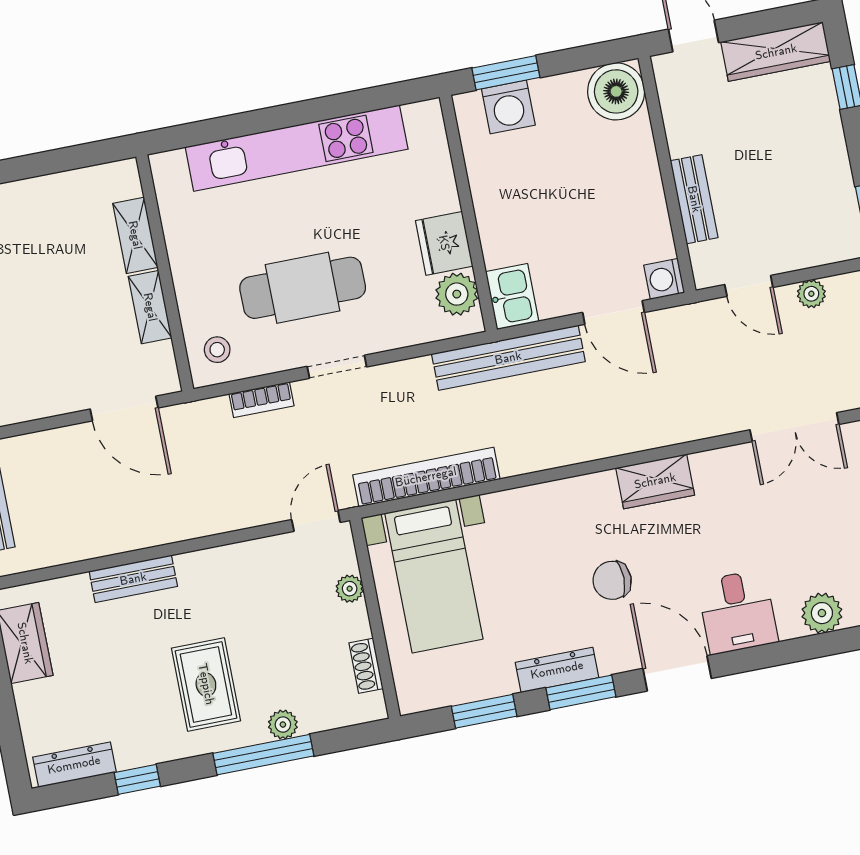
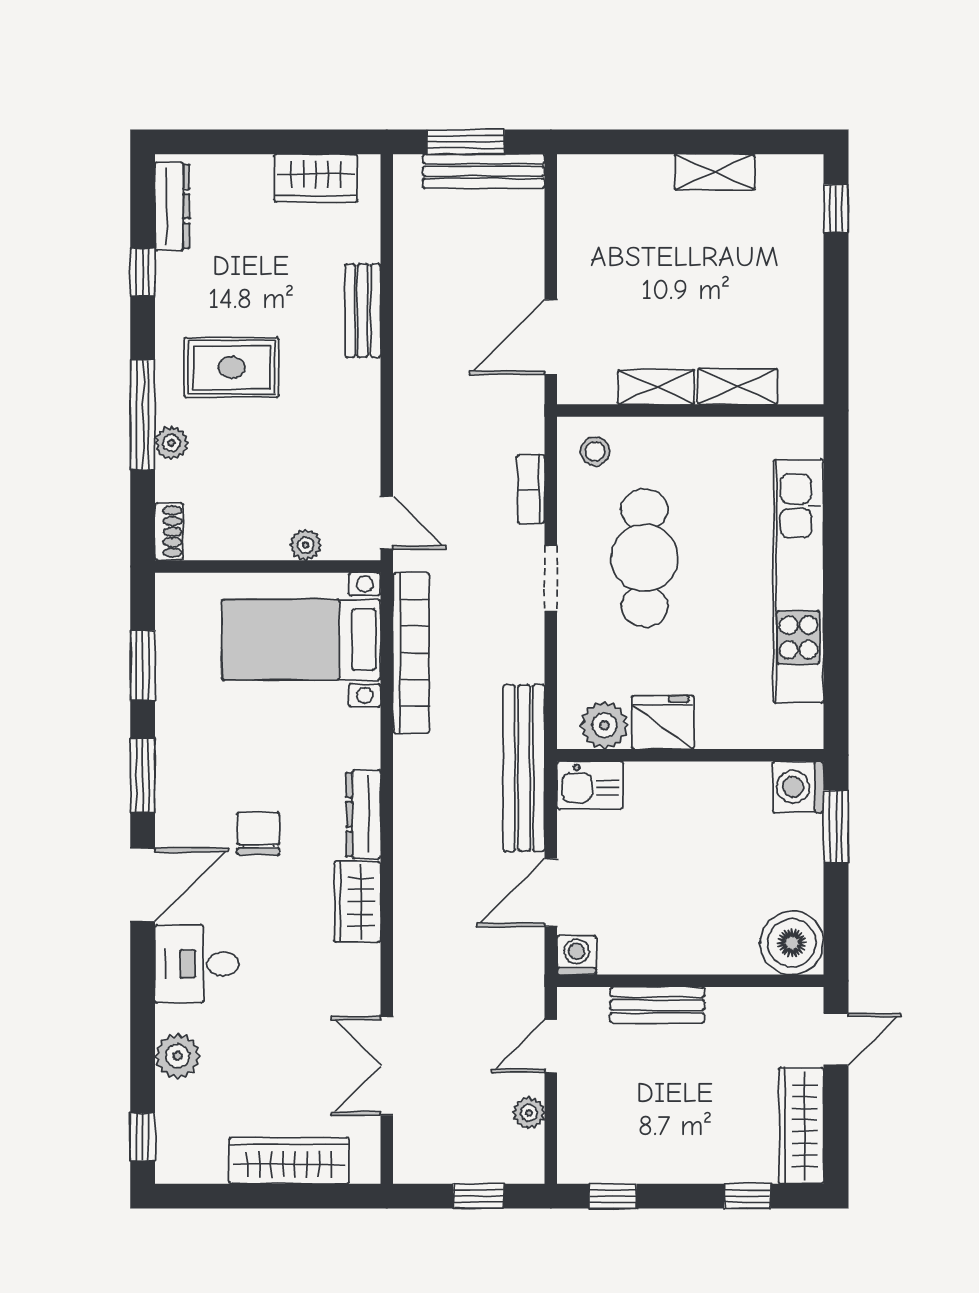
washing machine: (508, 107) -> (798, 787), moved
shoe rack: (366, 666) -> (169, 532), moved, turned 90
dresser: (557, 670) -> (363, 814), moved, turned 180

